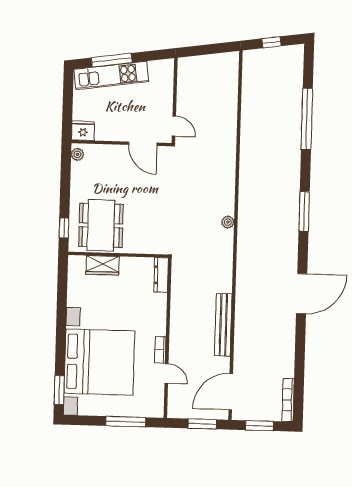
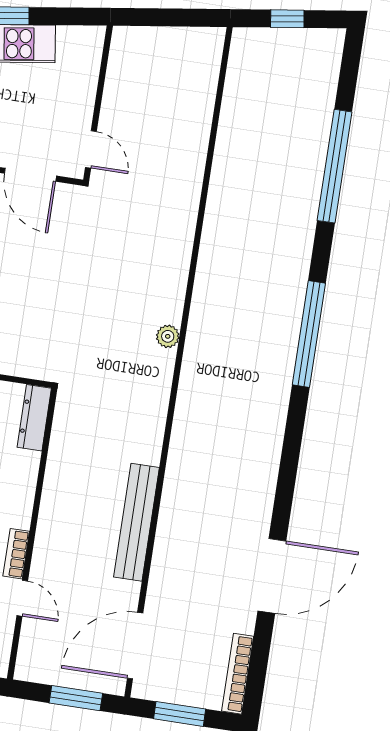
window: (304, 211) -> (309, 334), width x1.46
door: (302, 294) -> (272, 576), moved

